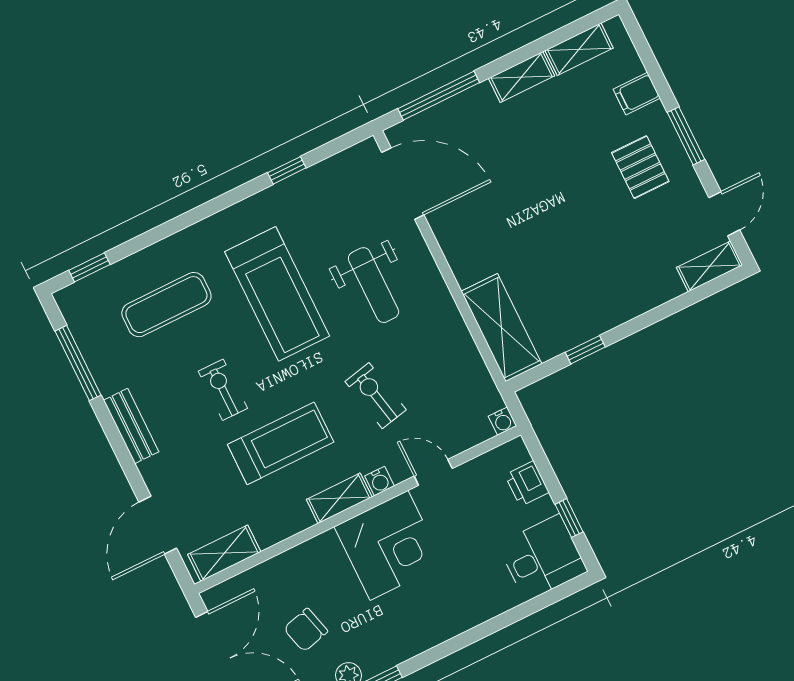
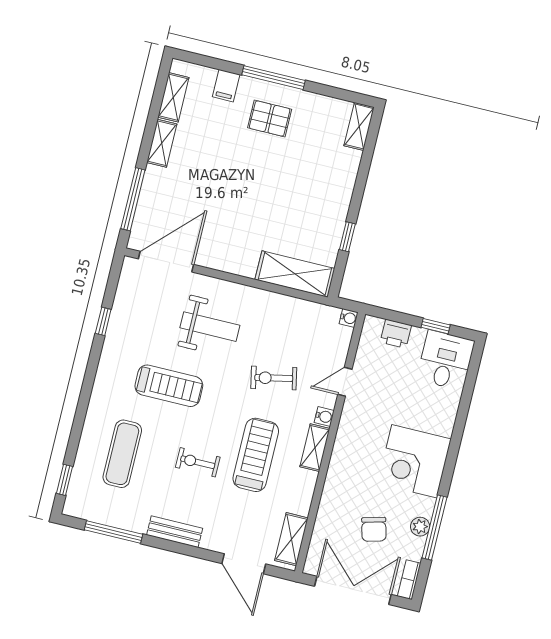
window: (686, 136) -> (274, 78), width x1.44
door: (724, 214) -> (336, 93), removed
treadmill: (277, 294) -> (169, 386), width x0.73, depth x0.73
corner desk: (389, 545) -> (414, 461), moved, turned 180

